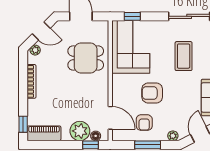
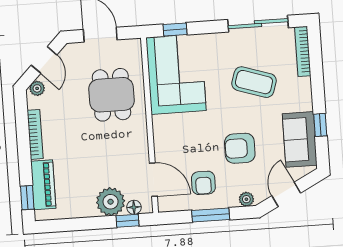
door: (41, 31) -> (44, 60), hinge flipped
coffee table: (184, 56) -> (254, 82), turned -72
dining table: (86, 58) -> (112, 95), turned 90
armchair: (152, 93) -> (240, 148), moved
piano: (44, 133) -> (43, 185), moved, turned 90

